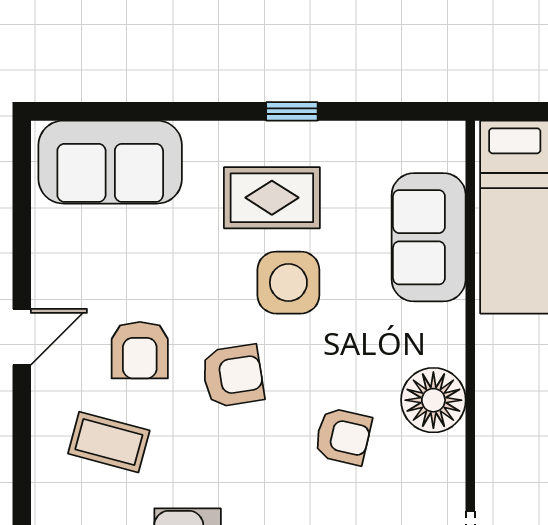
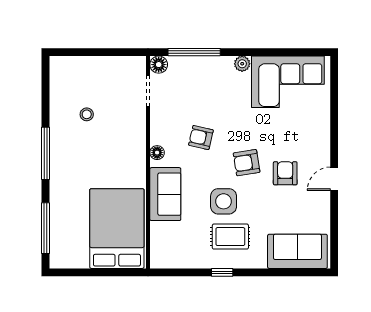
sofa: (429, 237) -> (165, 194), moved
floor lamp: (433, 400) -> (157, 153), width x0.53, depth x0.53
coffee table: (109, 442) -> (298, 135), removed

